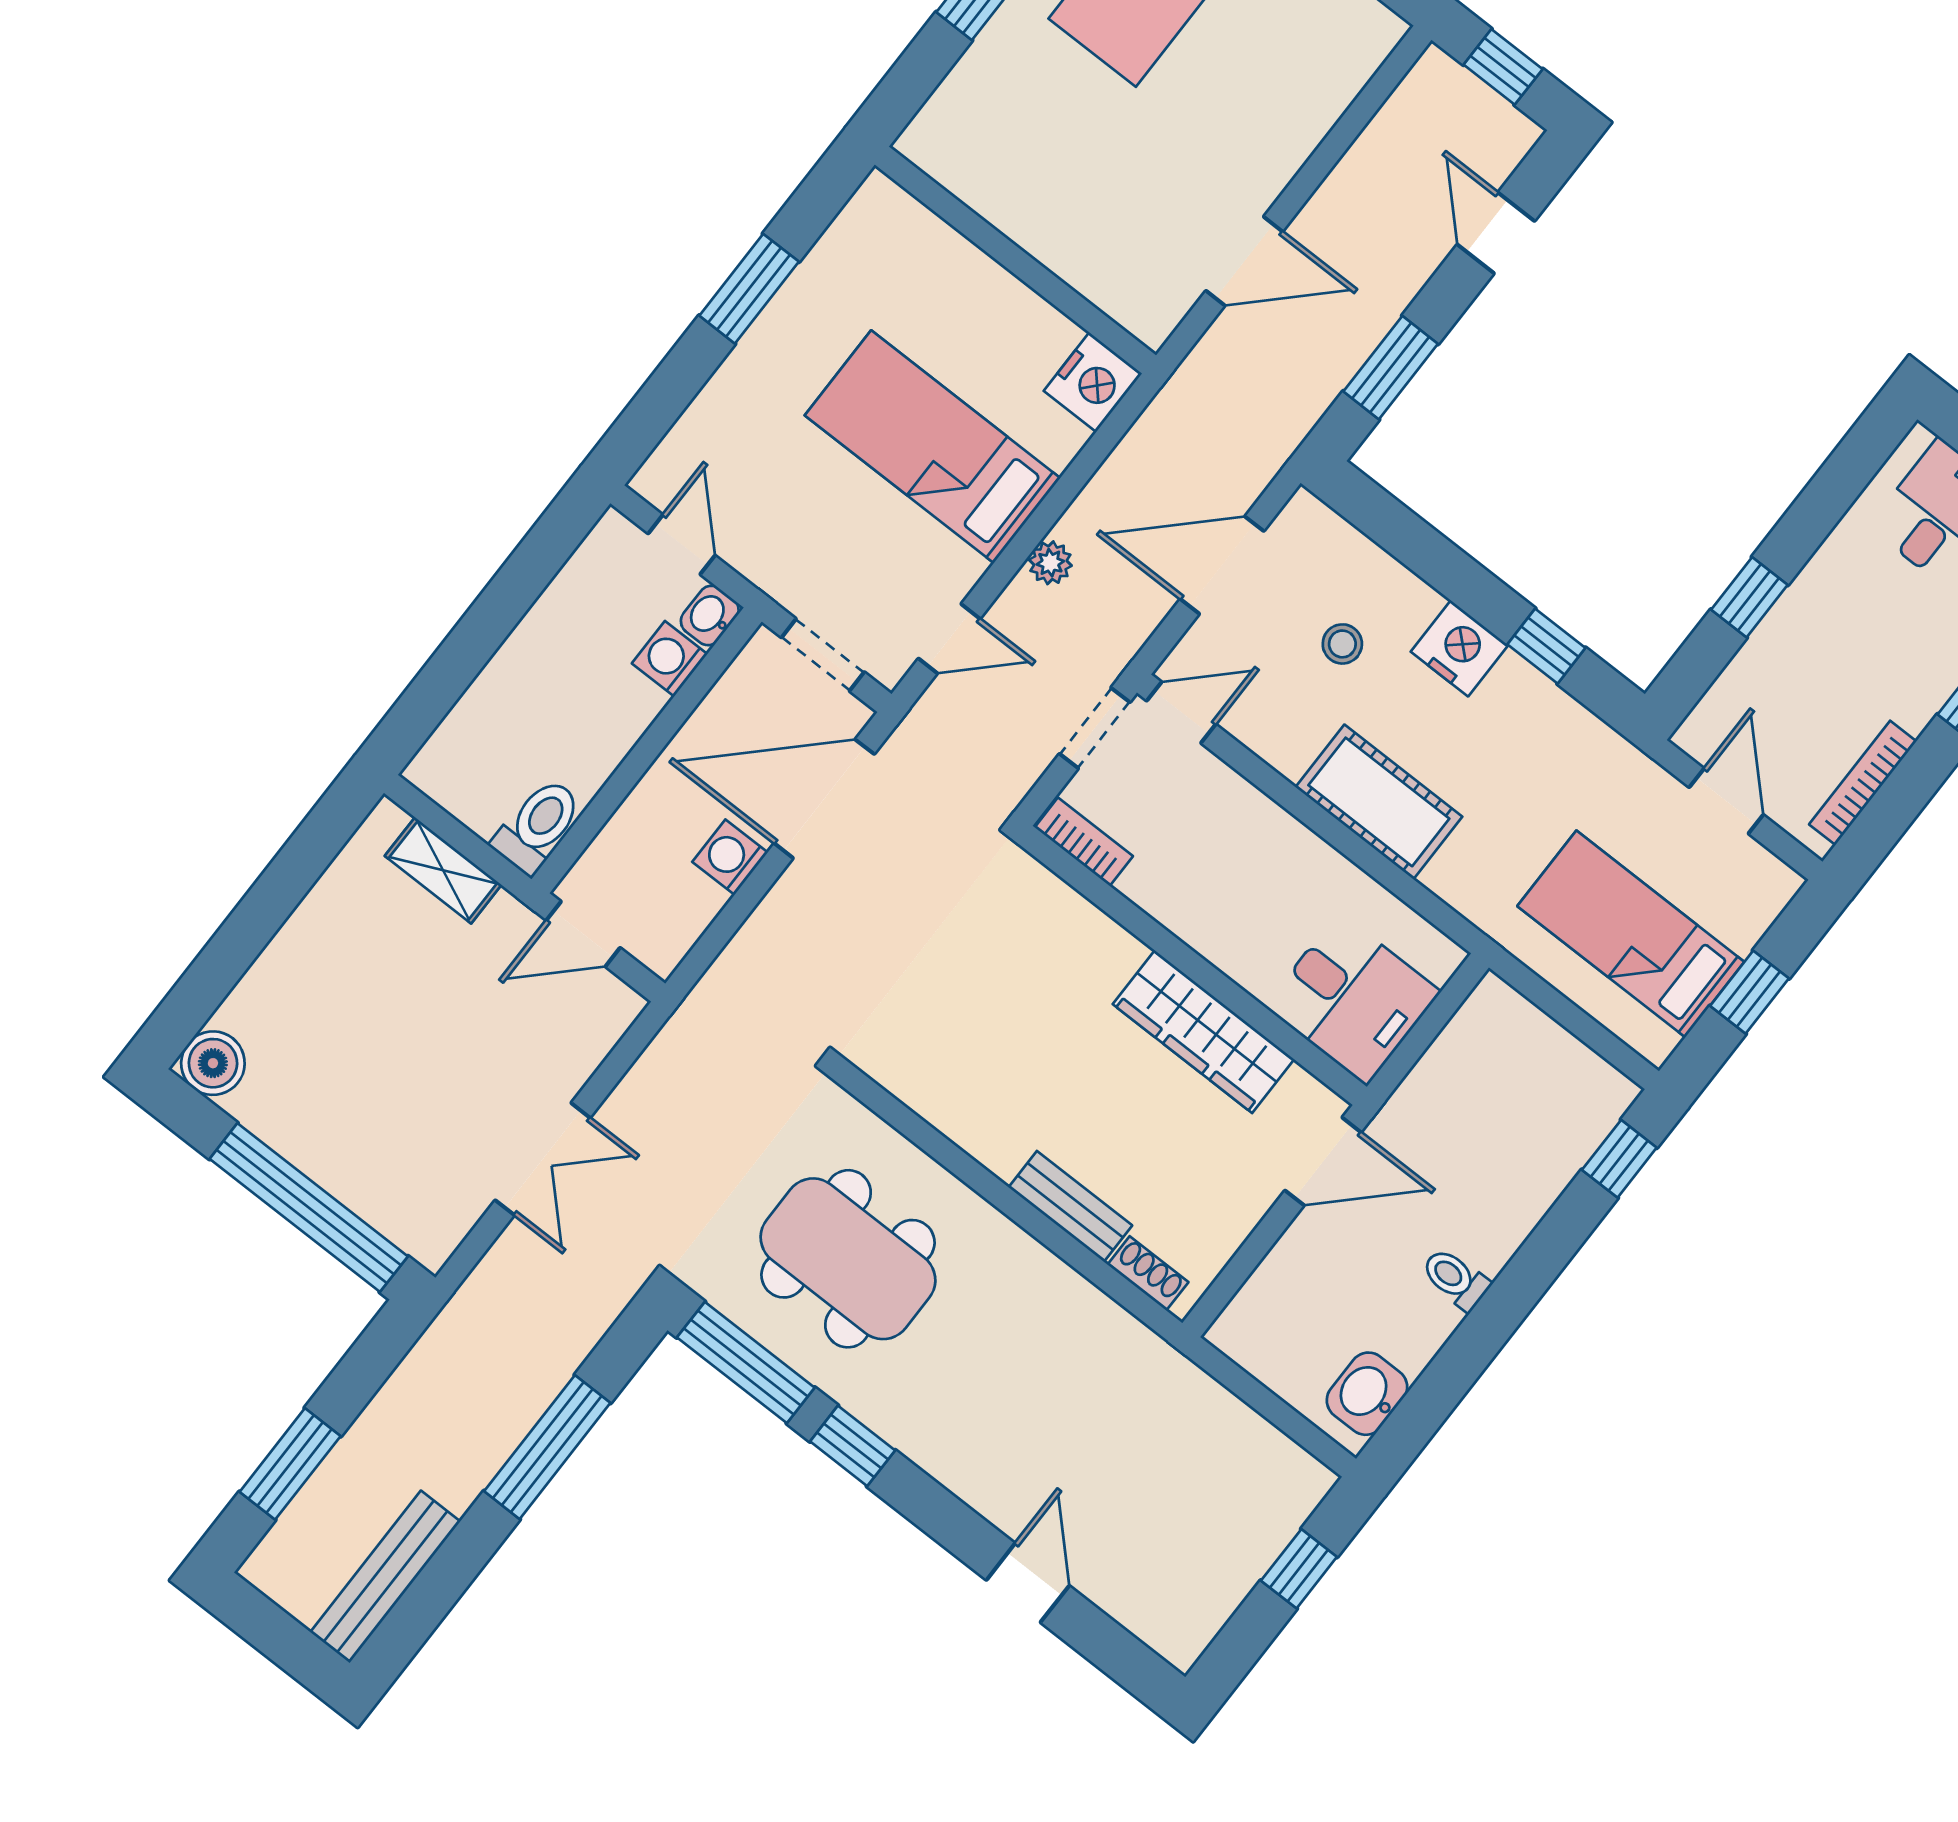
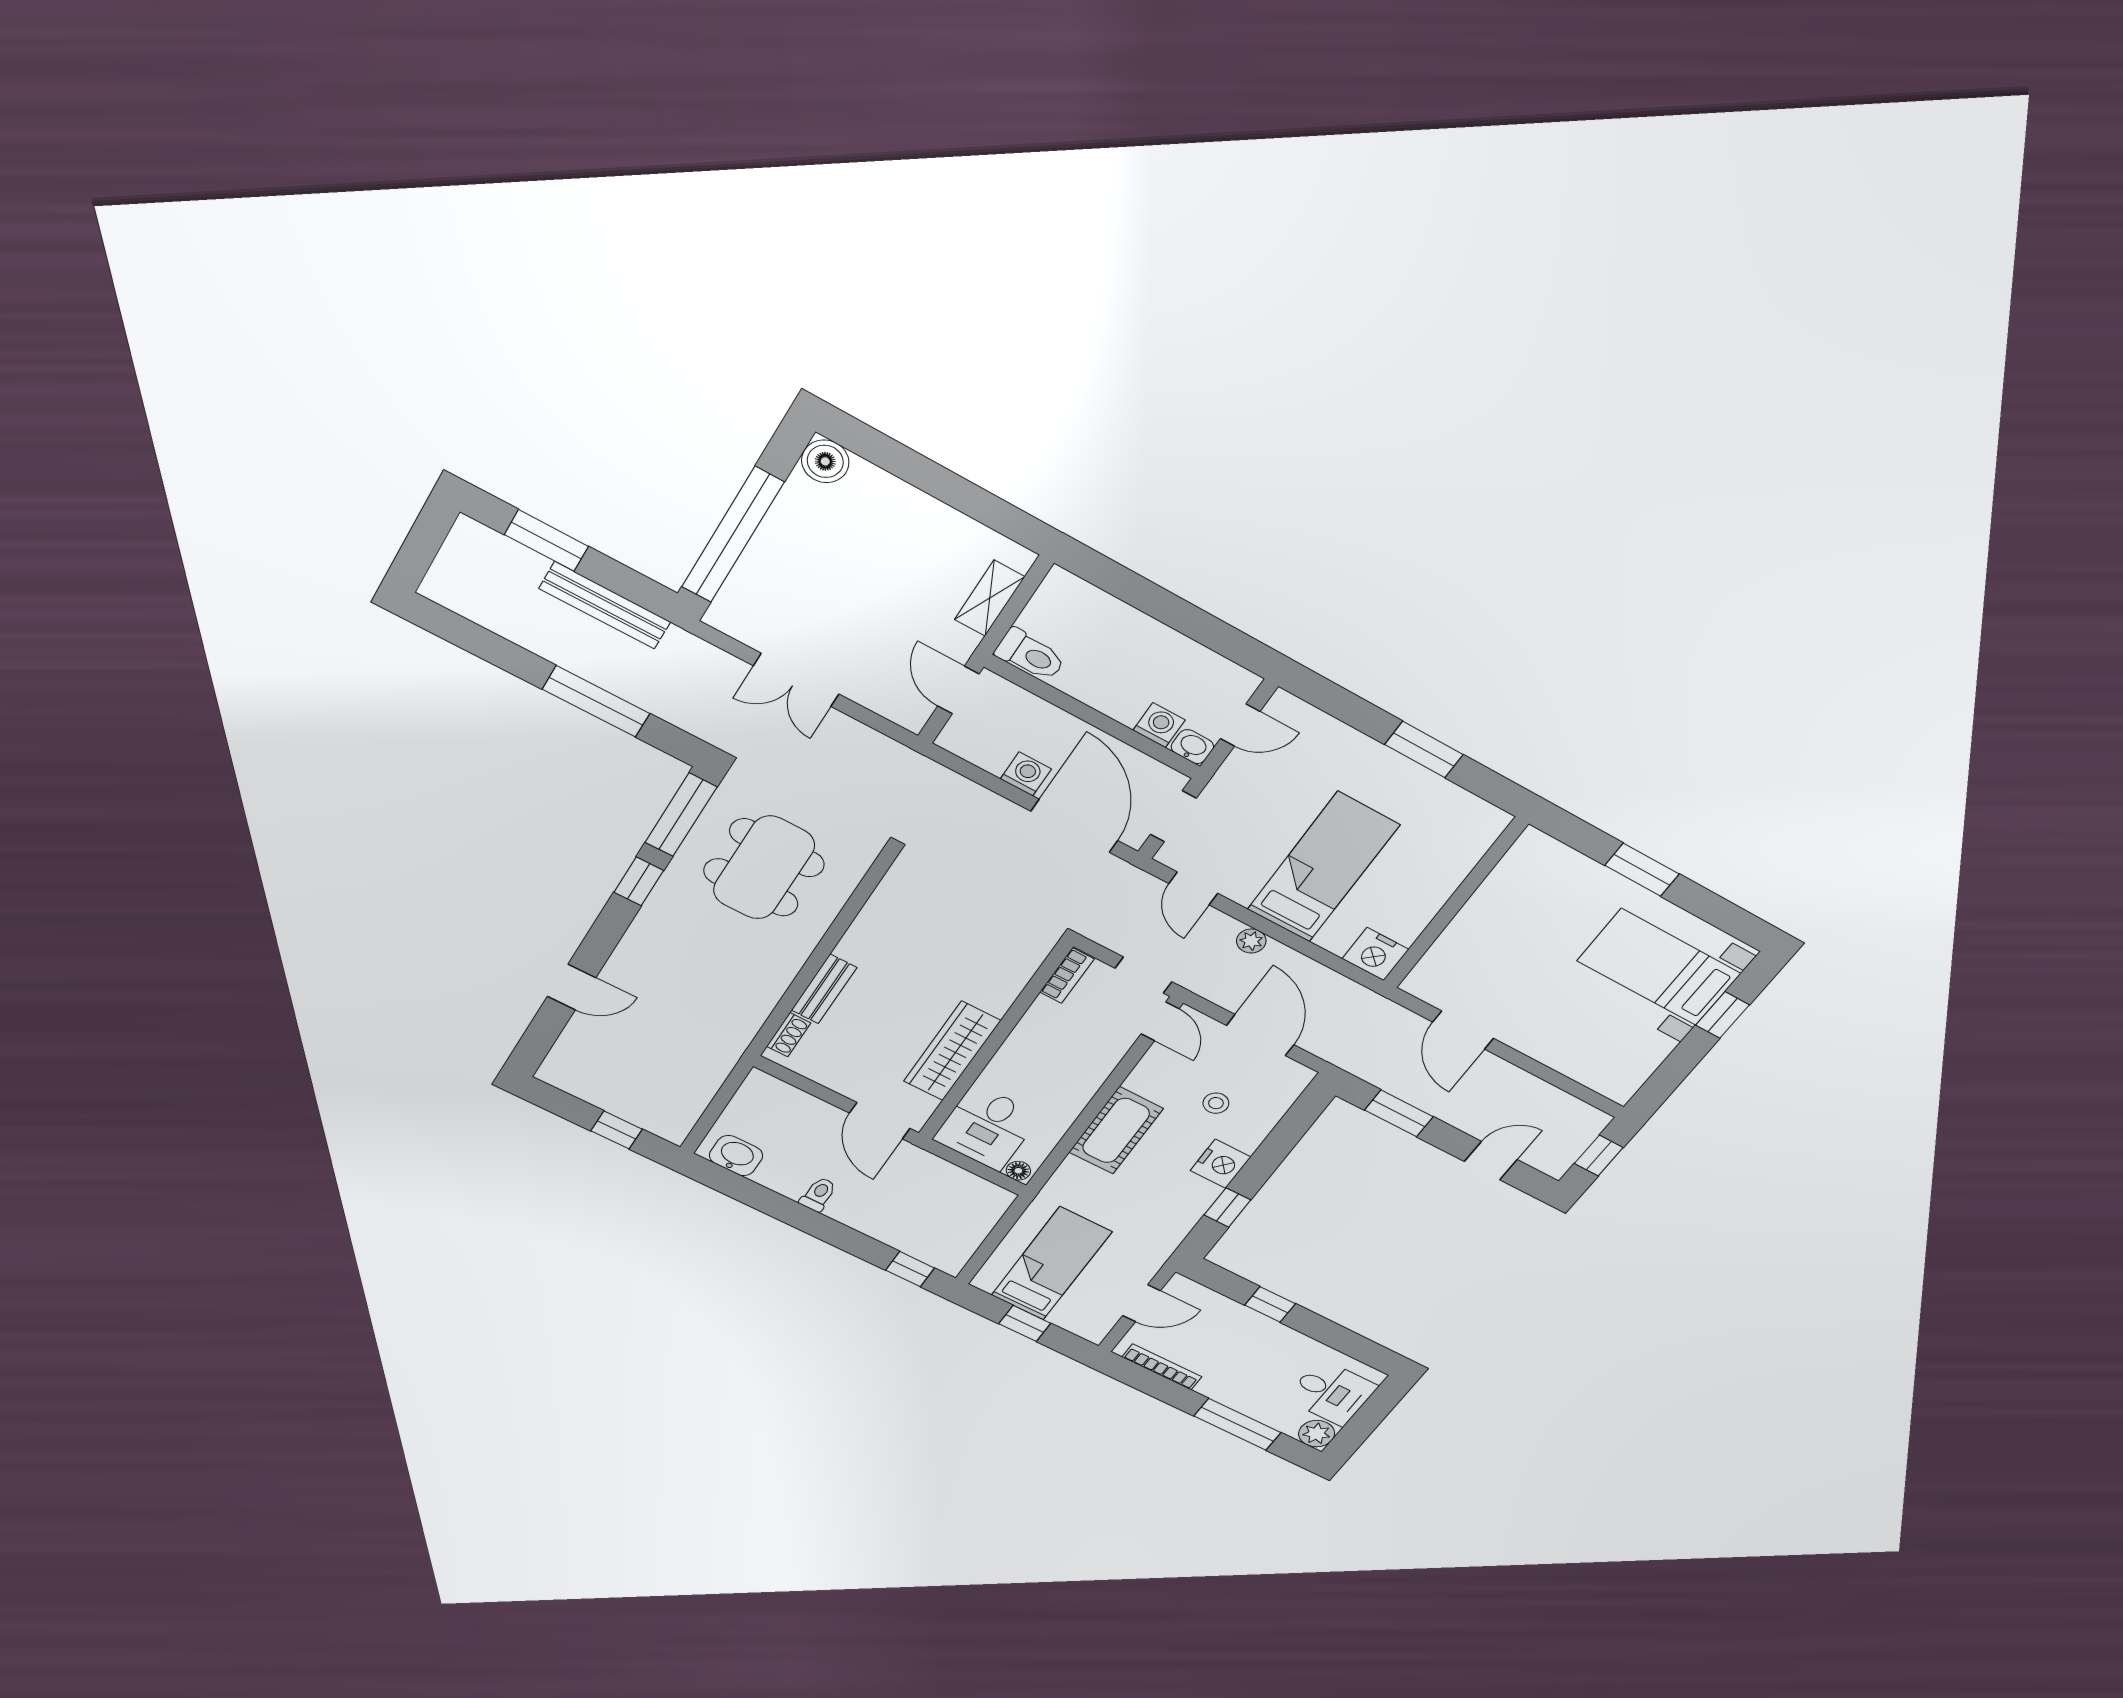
floor lamp: (1441, 962) -> (1018, 1171), added
bench: (385, 1577) -> (605, 605), moved

